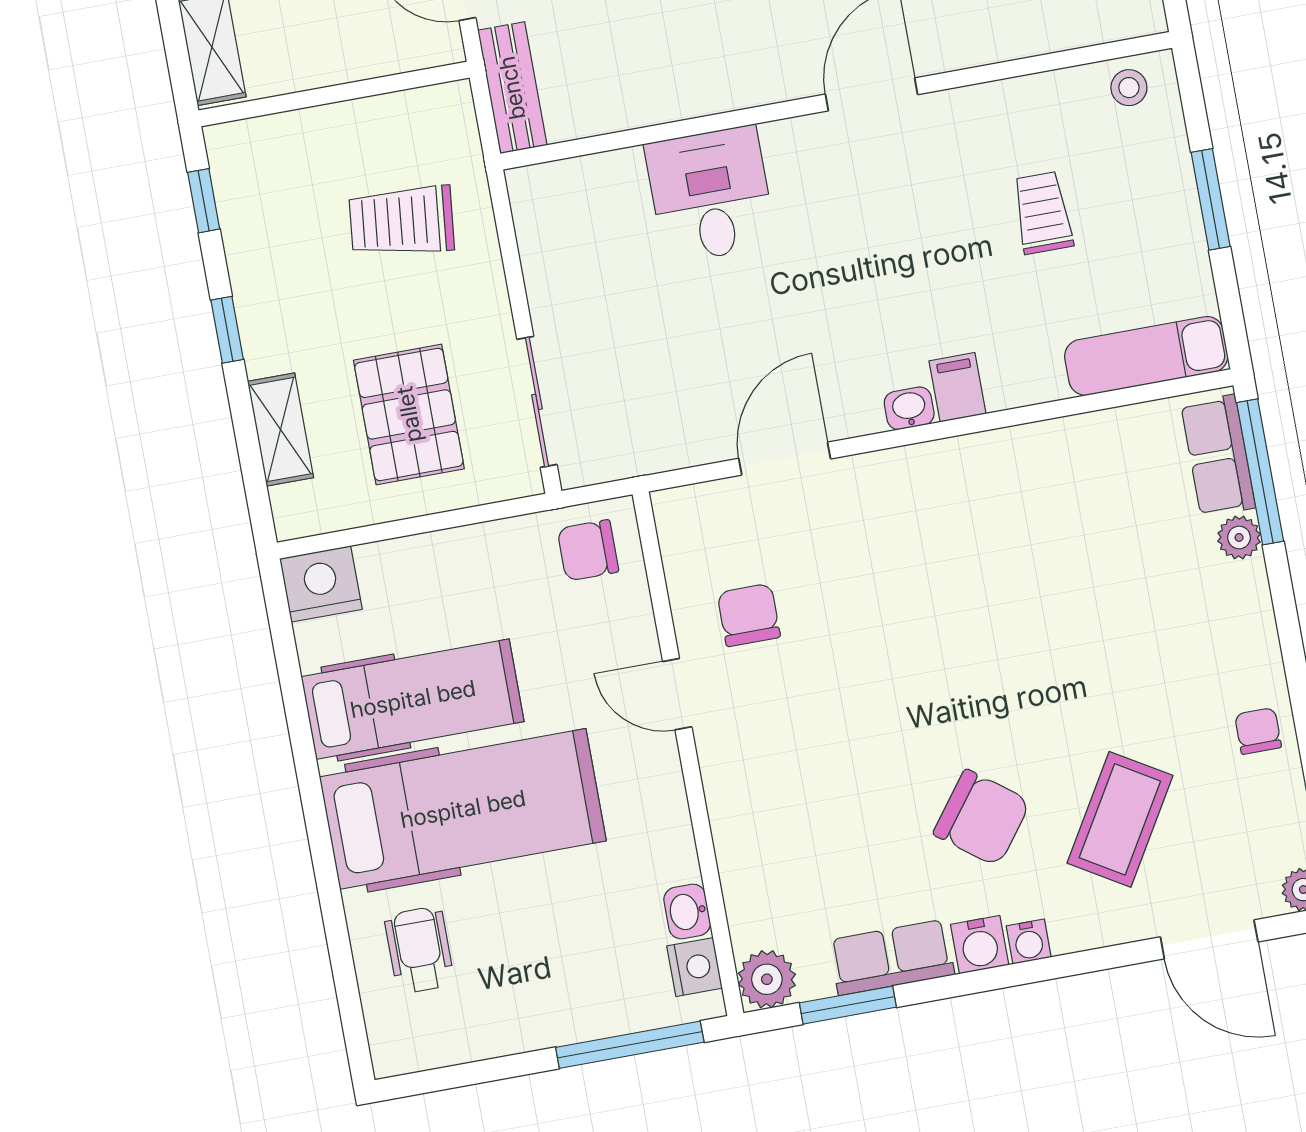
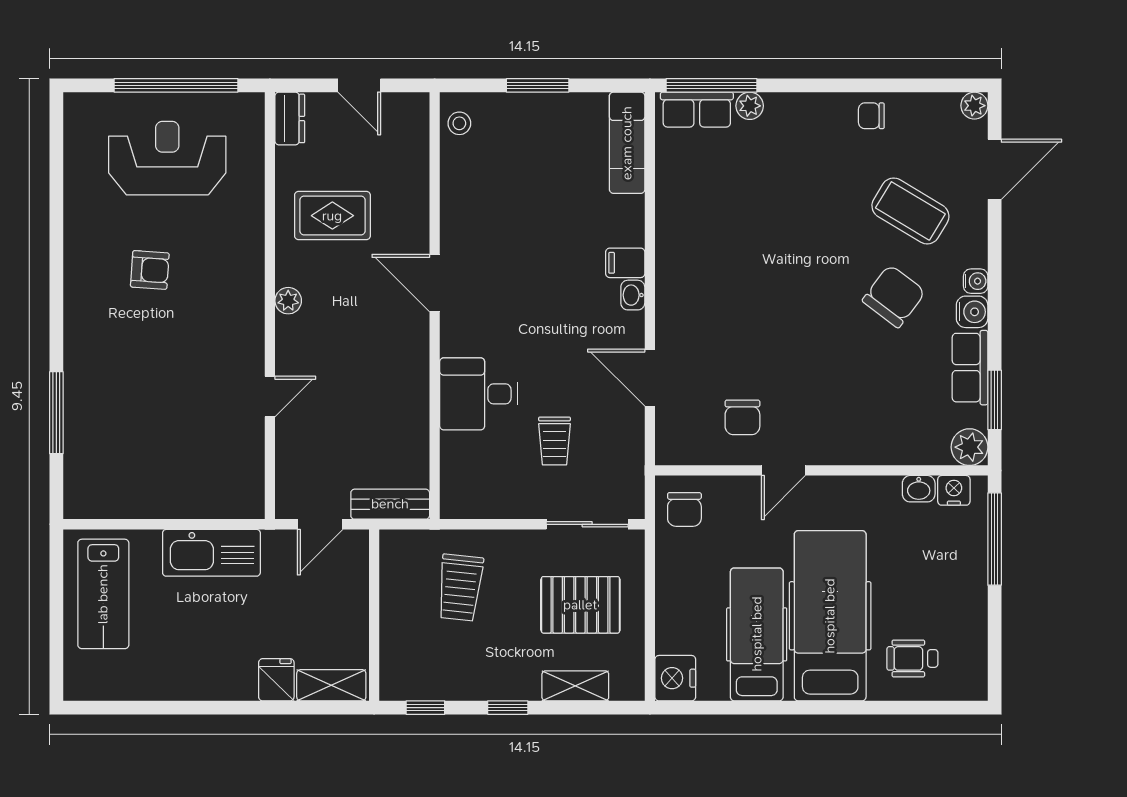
trolley: (1043, 213) -> (555, 441), moved, turned -90
chair: (749, 615) -> (742, 417), turned -90

